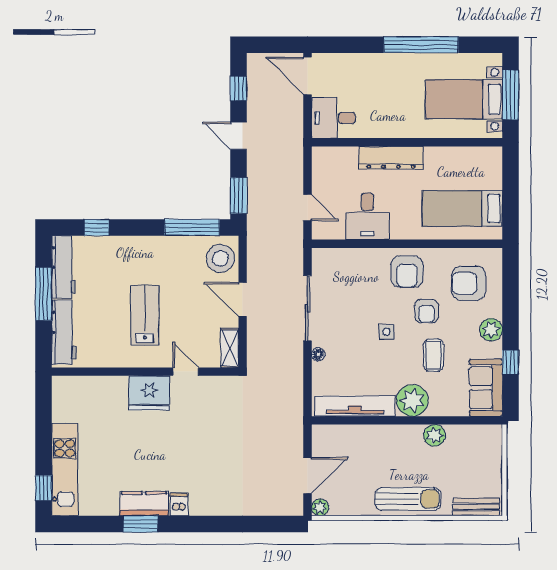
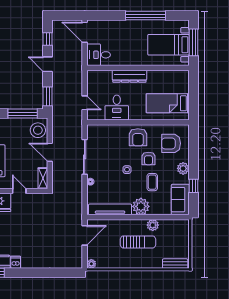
door: (308, 476) -> (85, 235), moved
sun lounger: (408, 499) -> (138, 242), moved

